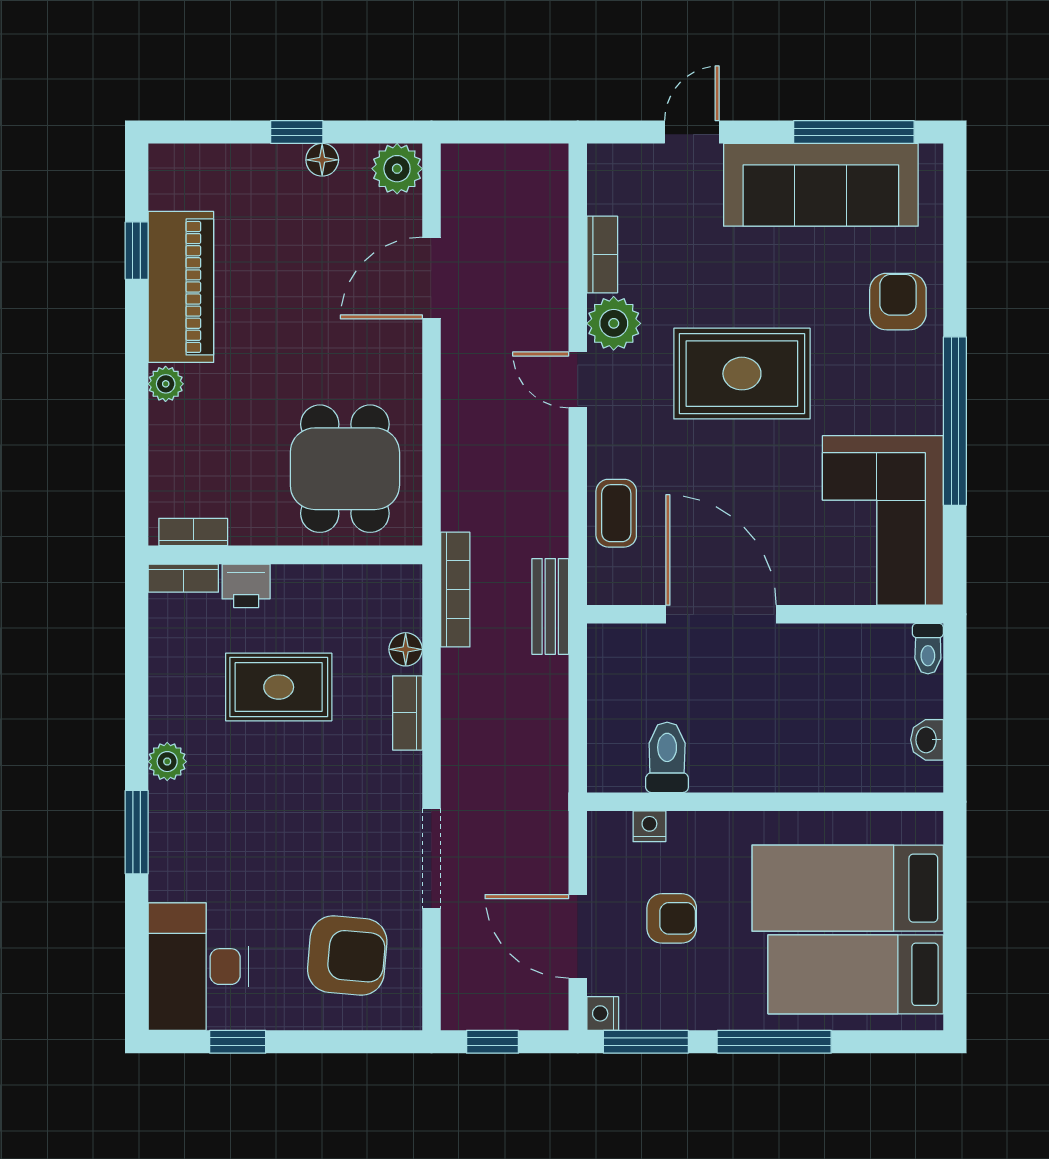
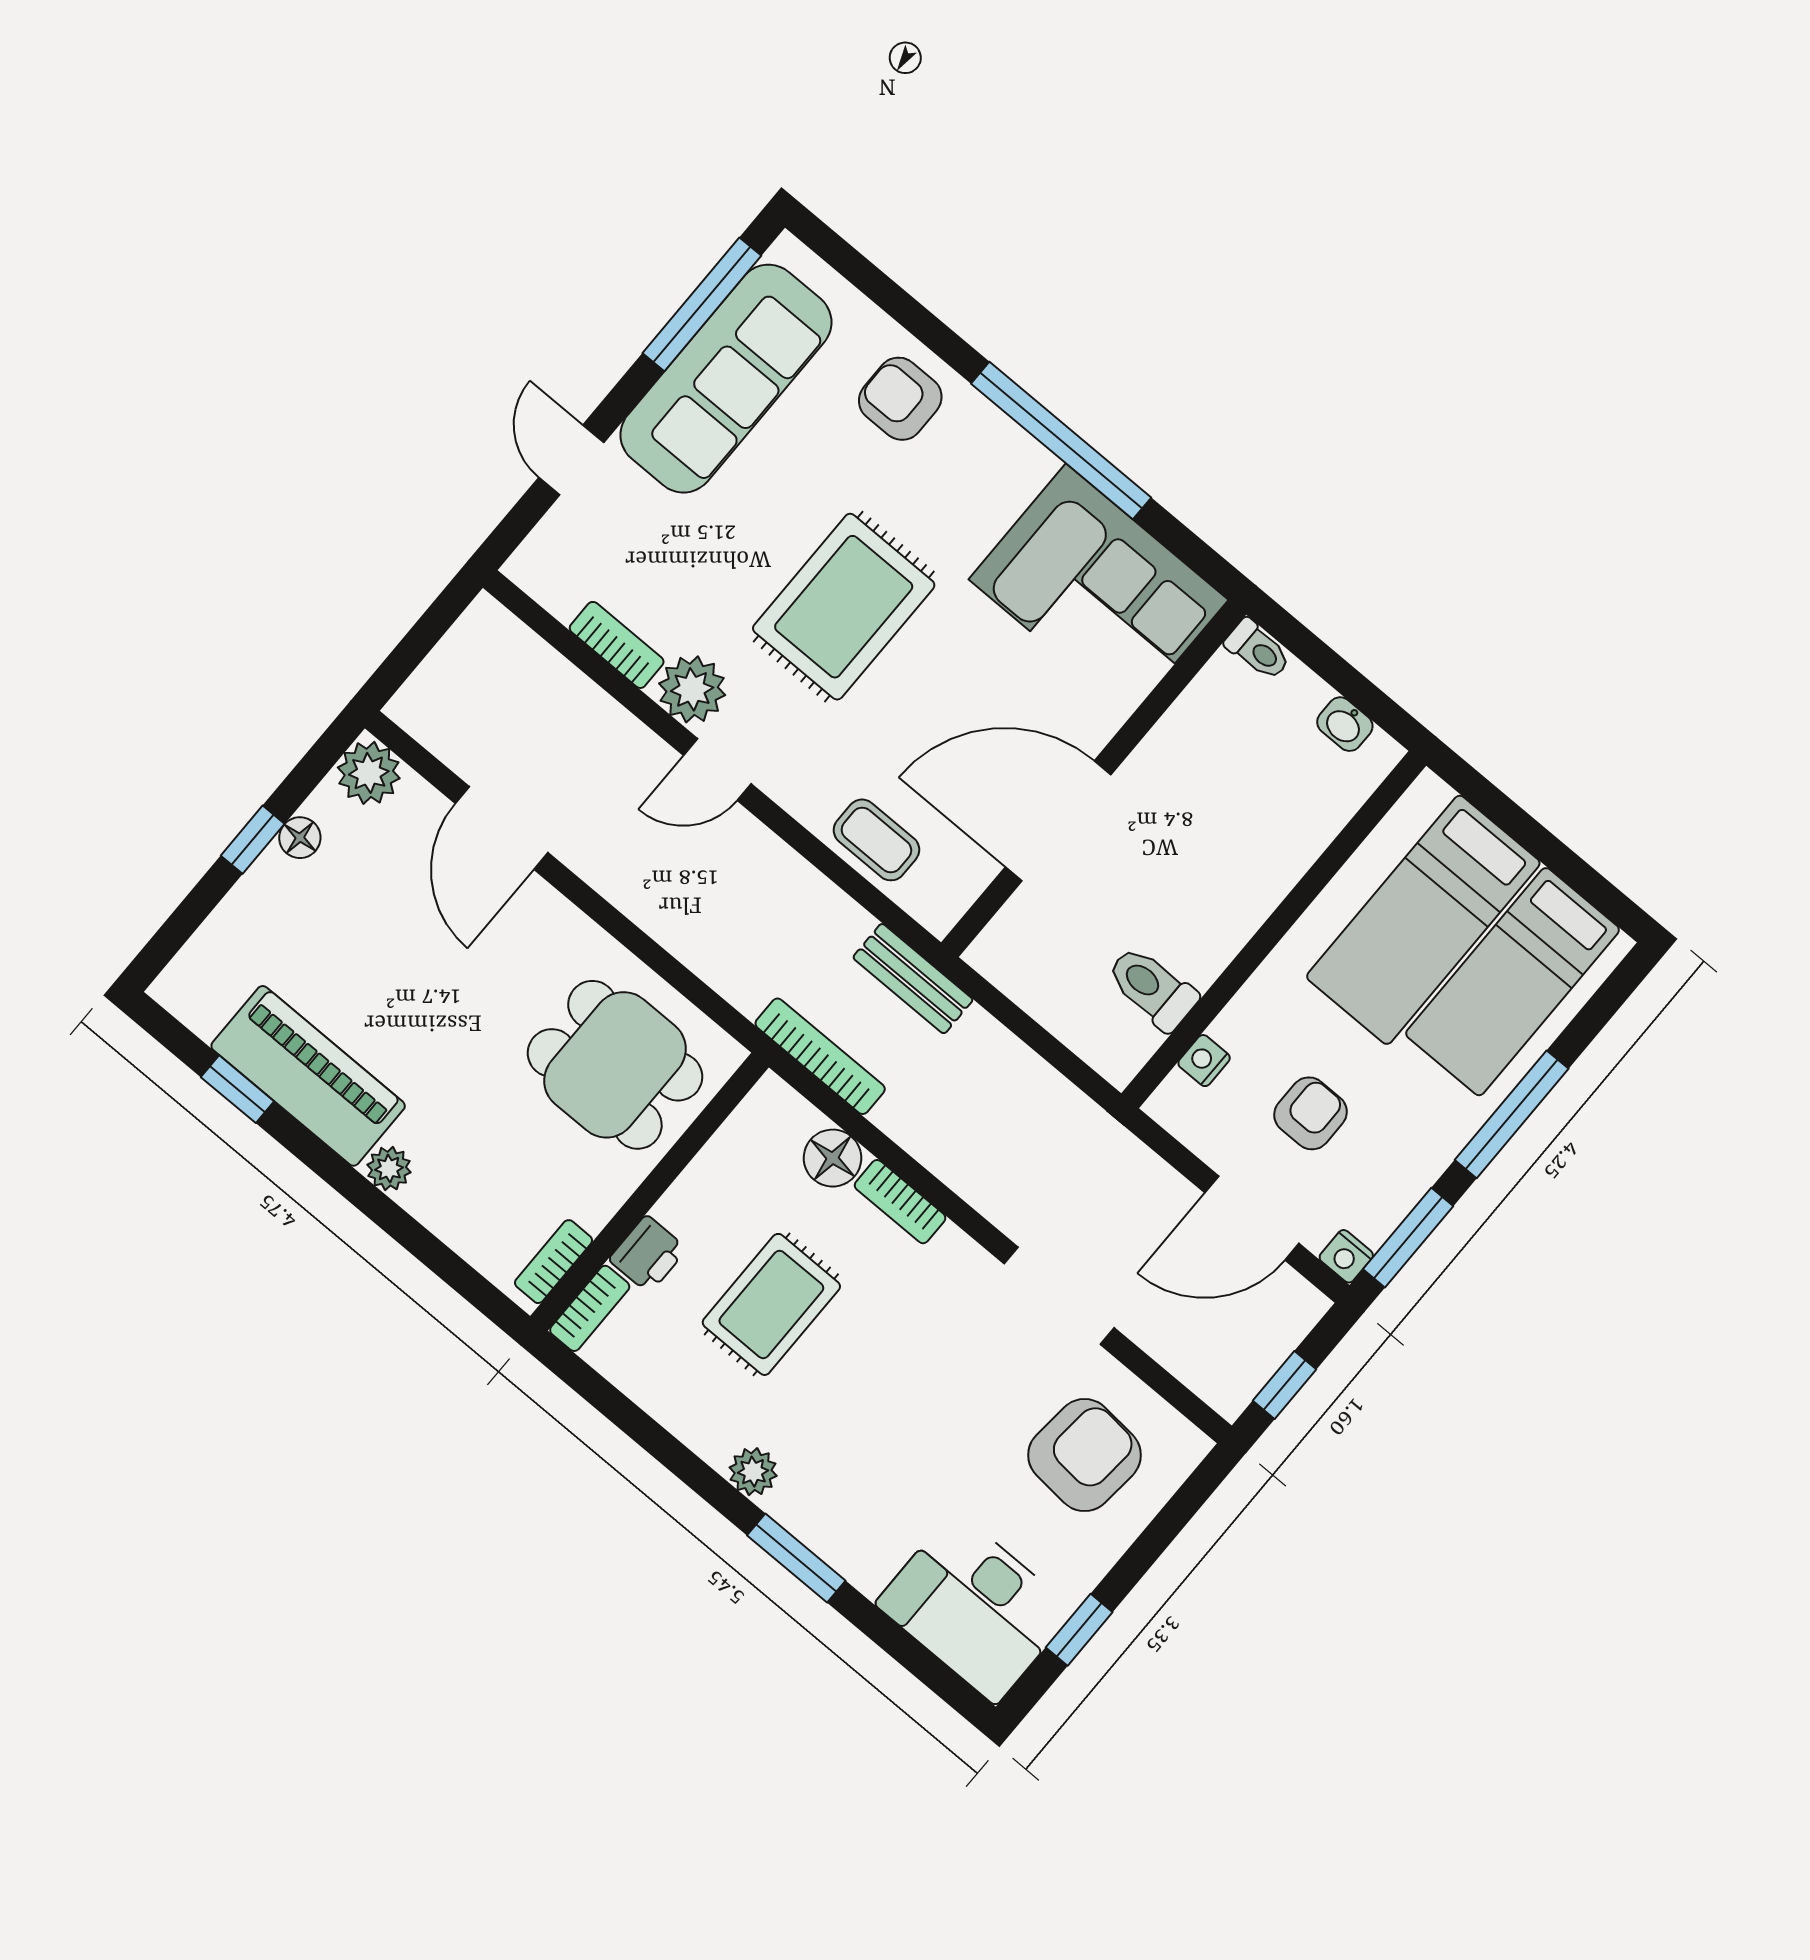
floor lamp: (406, 649) -> (833, 1158), width x1.37, depth x1.37

